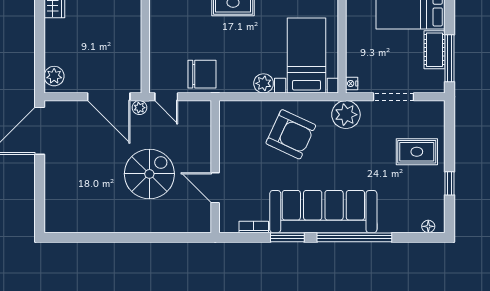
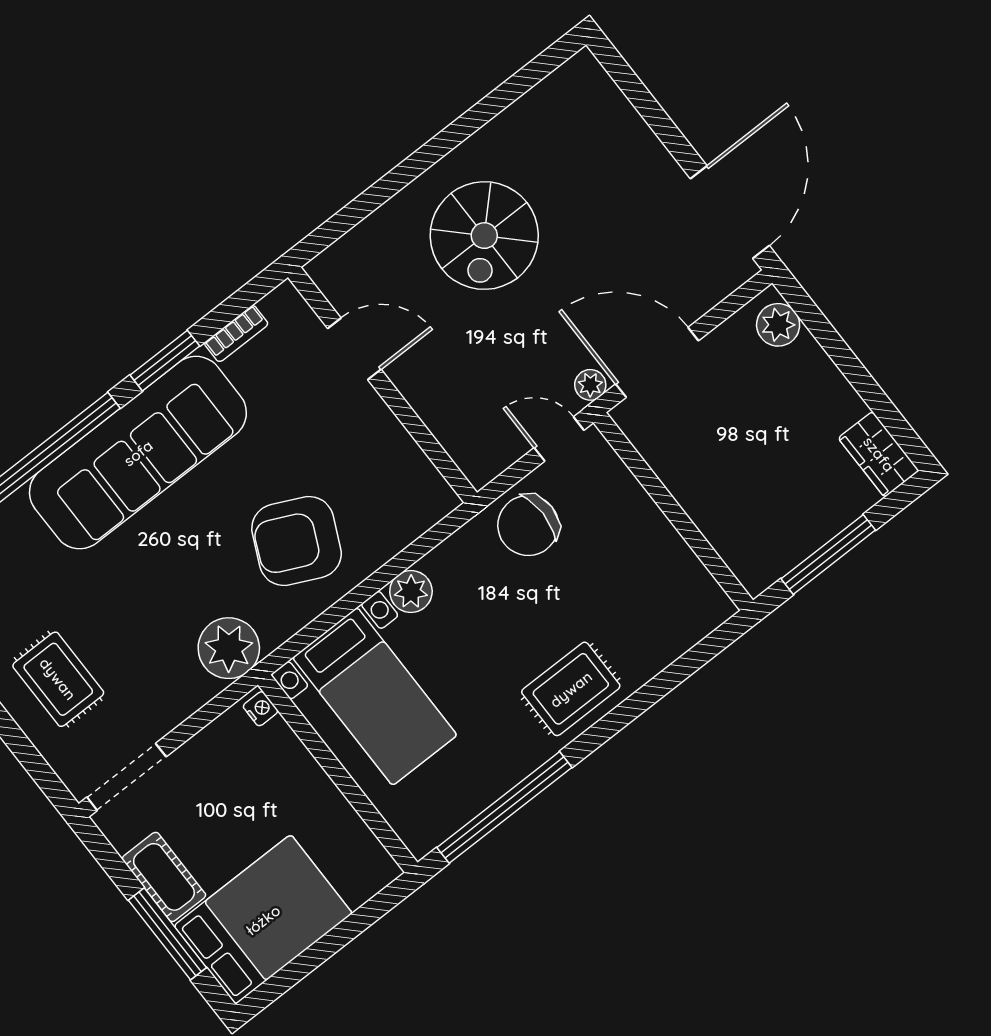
window: (449, 58) -> (167, 934), moved
doorway: (393, 97) -> (126, 777), moved
rug: (417, 152) -> (58, 679), turned 90
spiral stairs: (149, 174) -> (484, 236), moved

